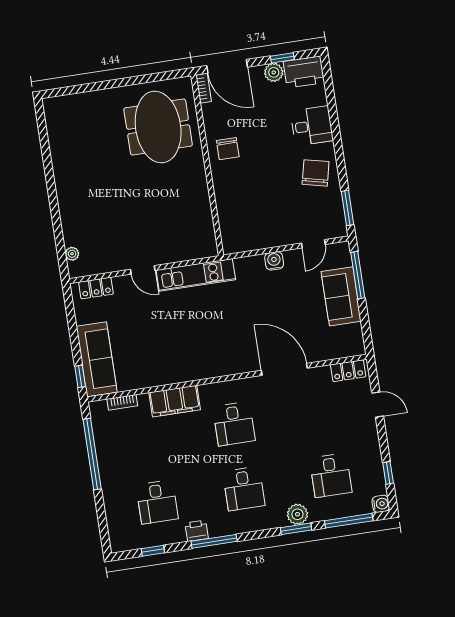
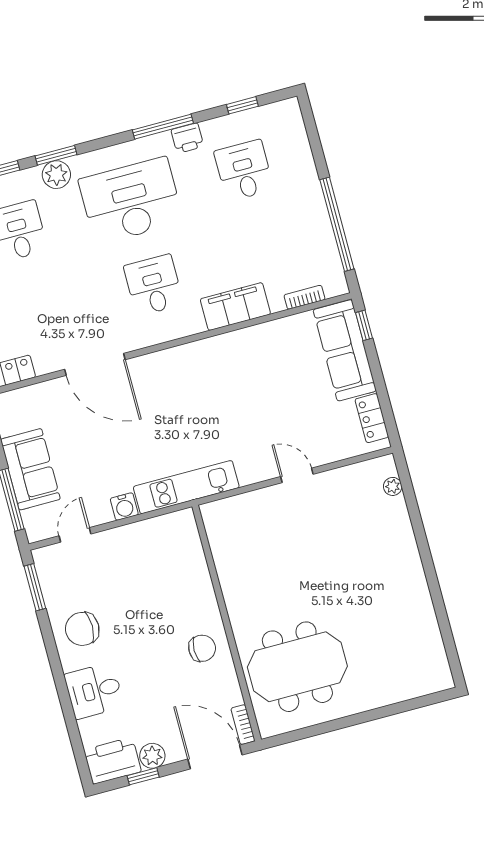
meeting table: (158, 127) -> (297, 667), turned 90
chair: (228, 149) -> (202, 648), turned 90
chair: (316, 173) -> (82, 629), turned 77
kitchen unit: (196, 275) -> (186, 487), moved
locker: (96, 288) -> (372, 418), moved, turned -90
desk: (244, 489) -> (131, 201), width x1.87, depth x1.30

